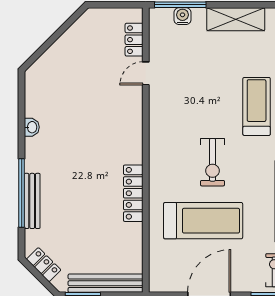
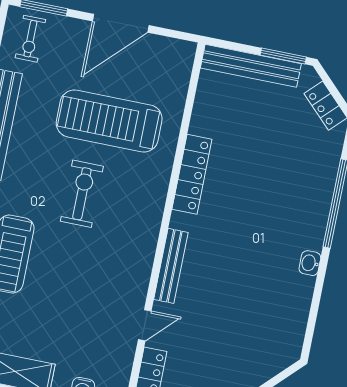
washbasin: (32, 127) -> (310, 263), moved
bench: (32, 201) -> (171, 266), moved

